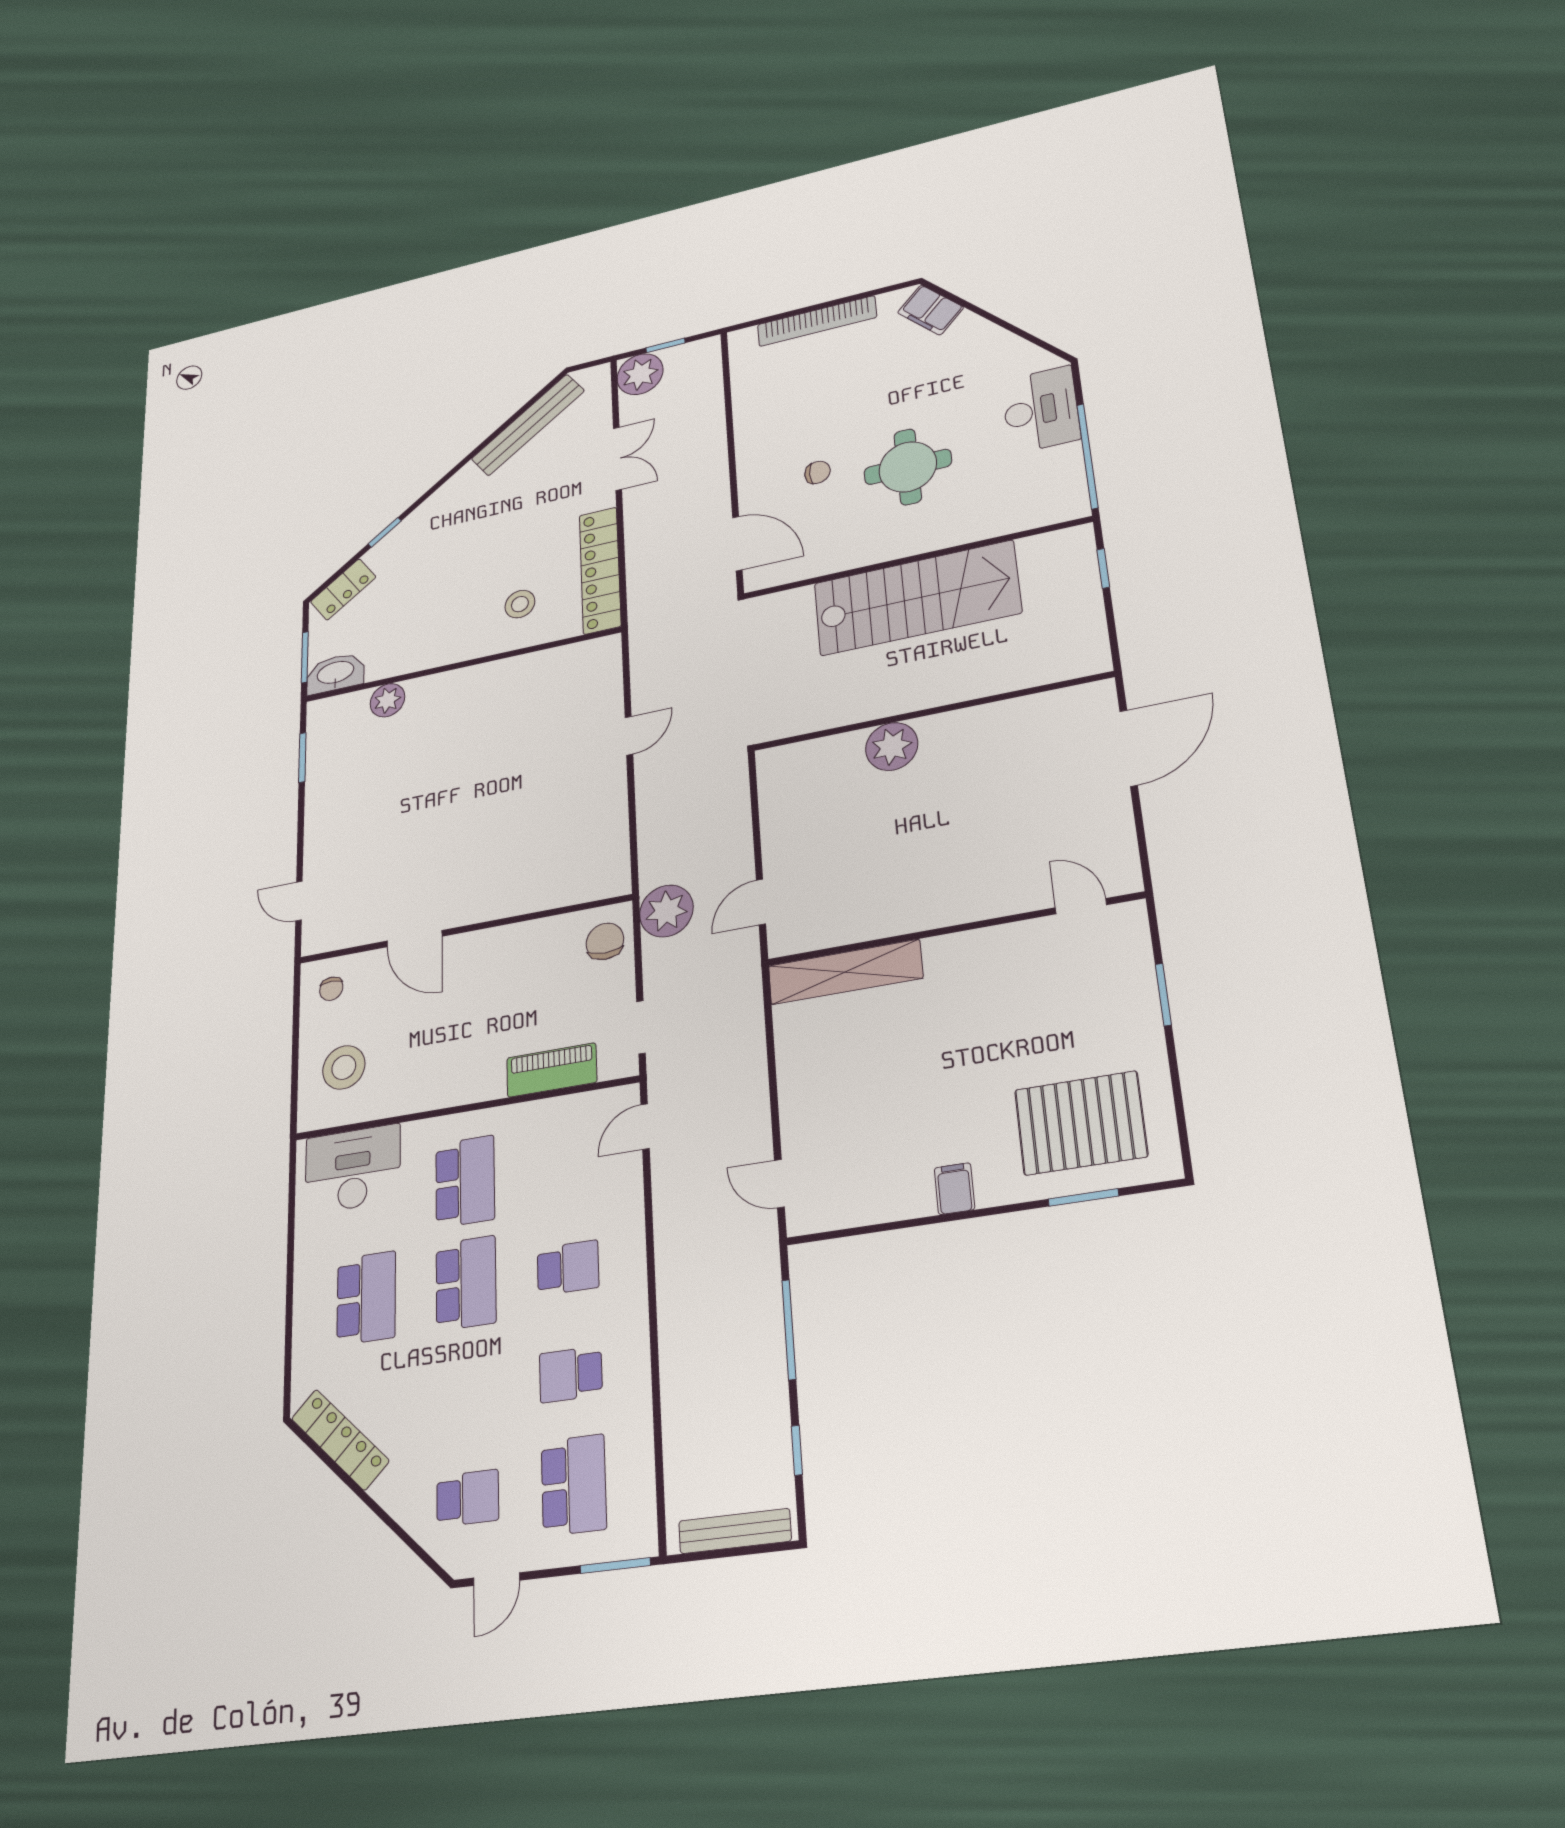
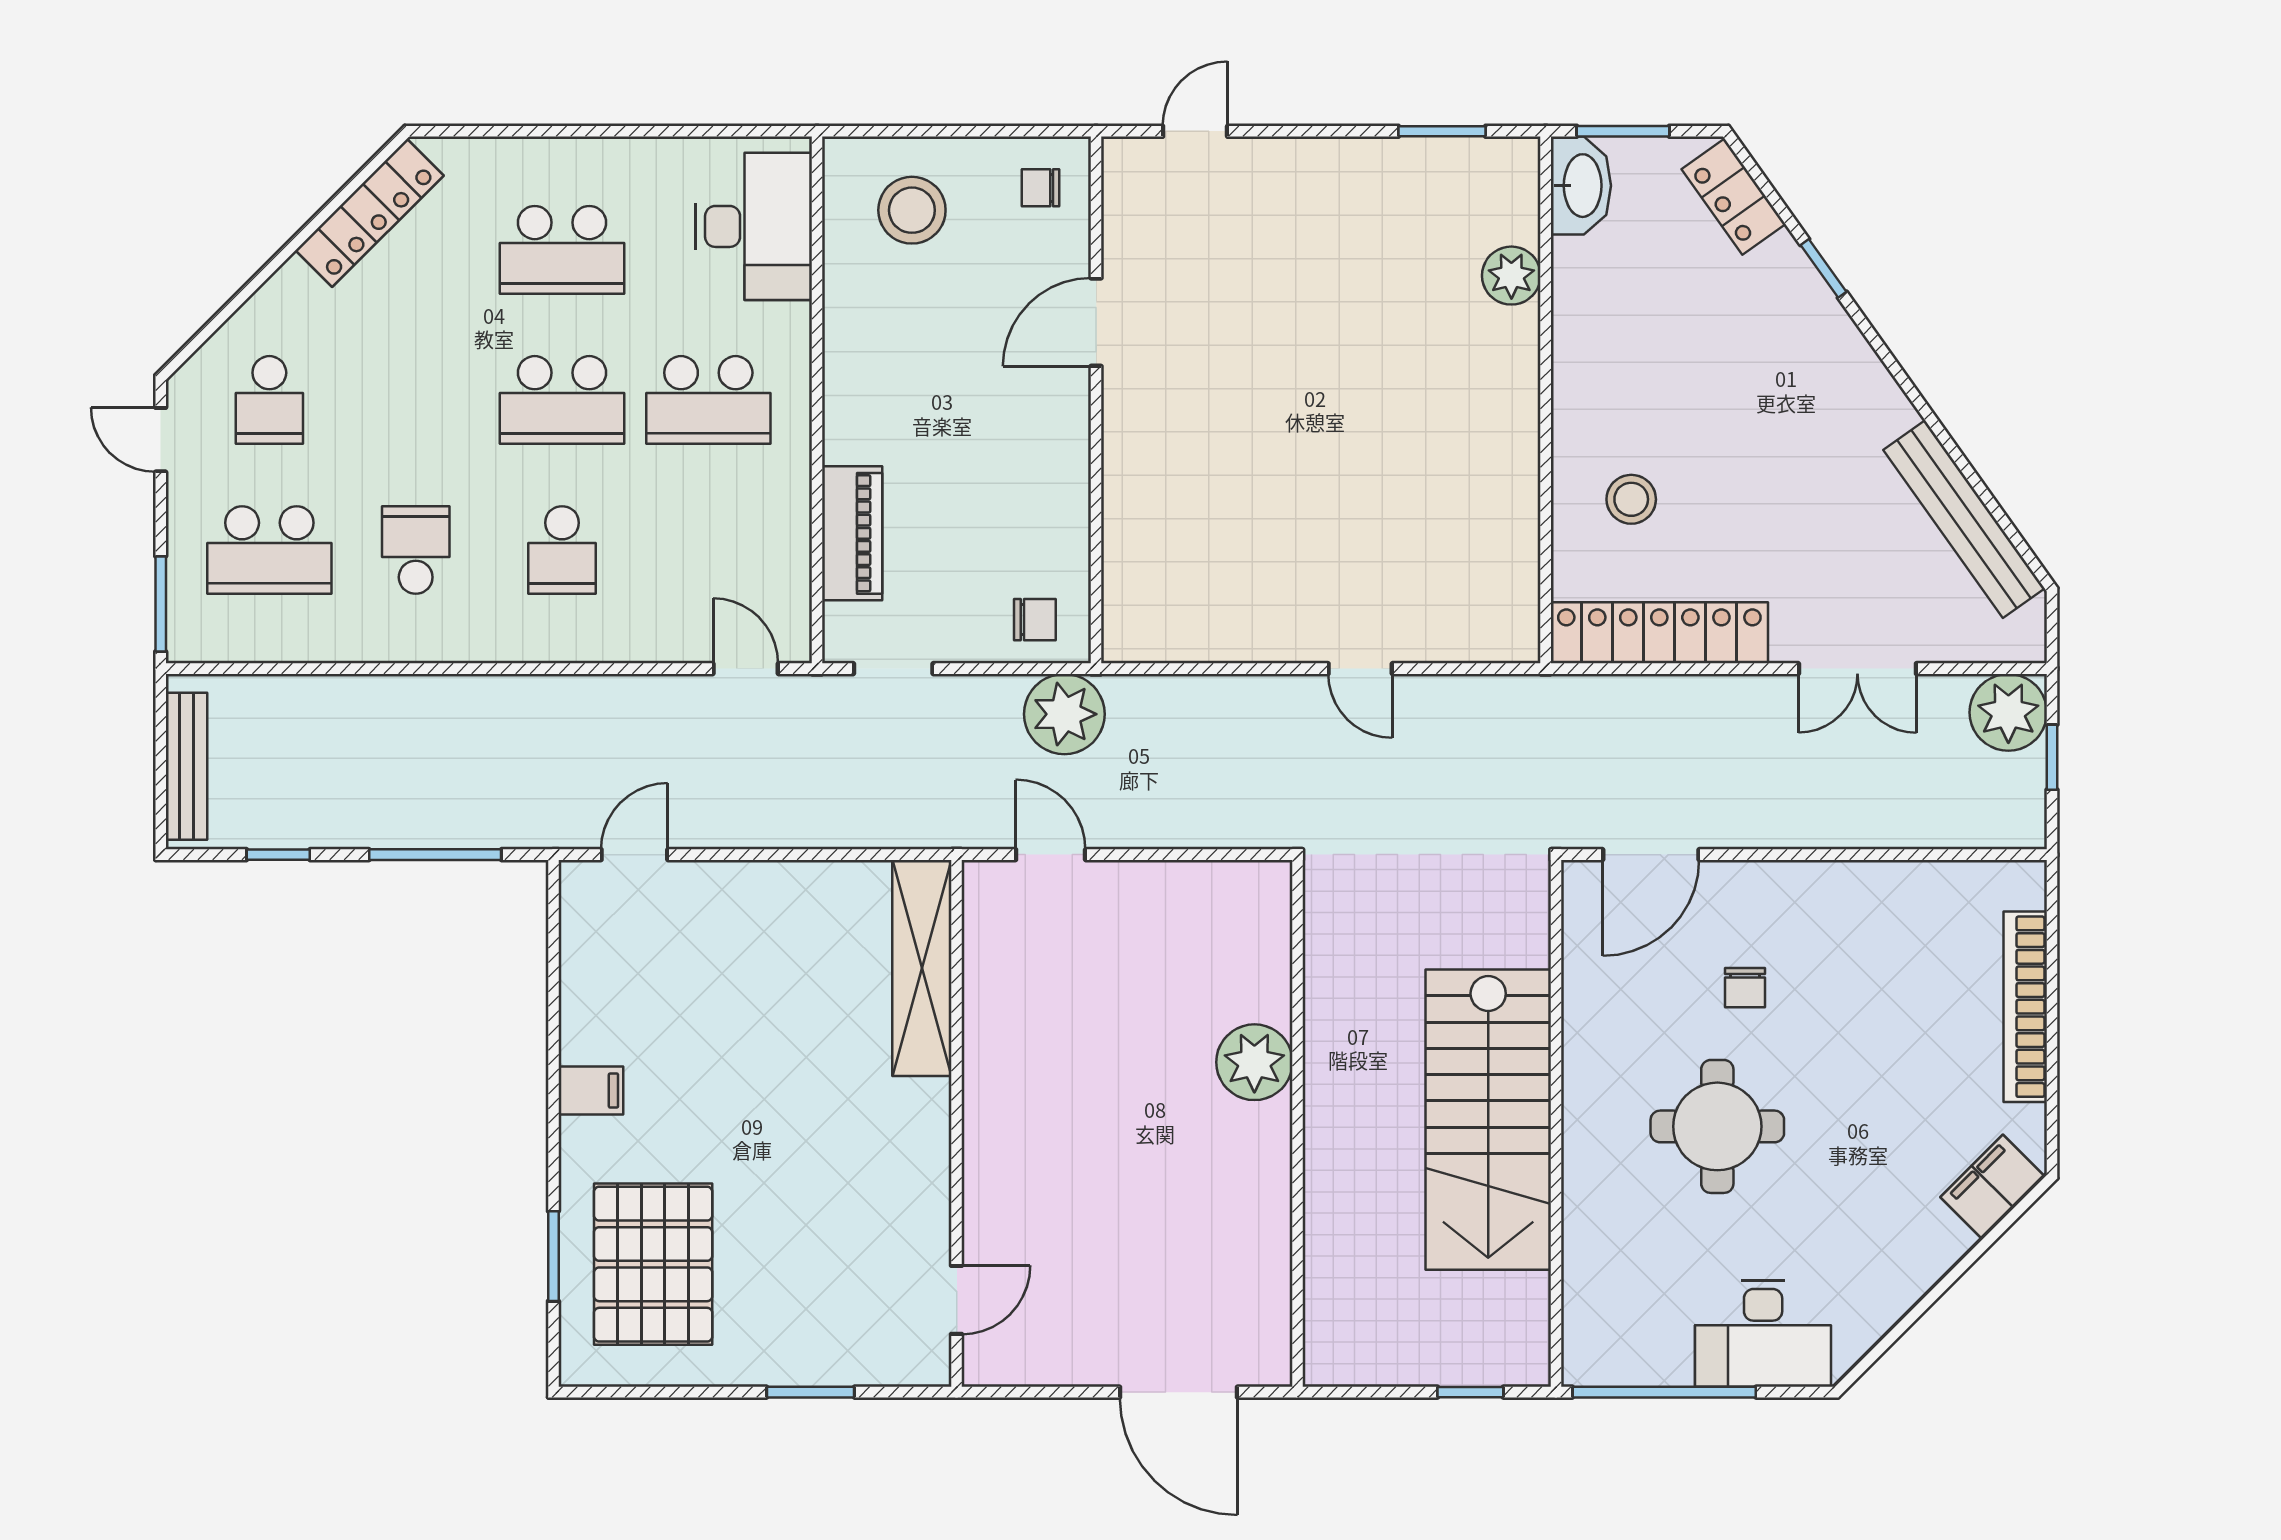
chair: (605, 941) -> (1035, 620), width x0.73, depth x0.73

